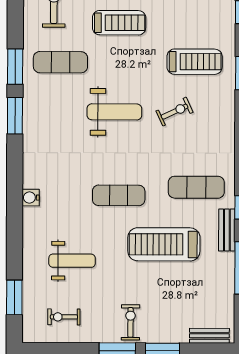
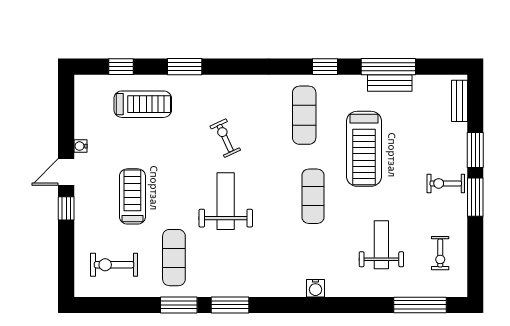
treadmill: (195, 62) -> (143, 104), moved, turned 90
bench: (227, 230) -> (390, 83), moved
window: (14, 297) -> (420, 305), width x1.44

